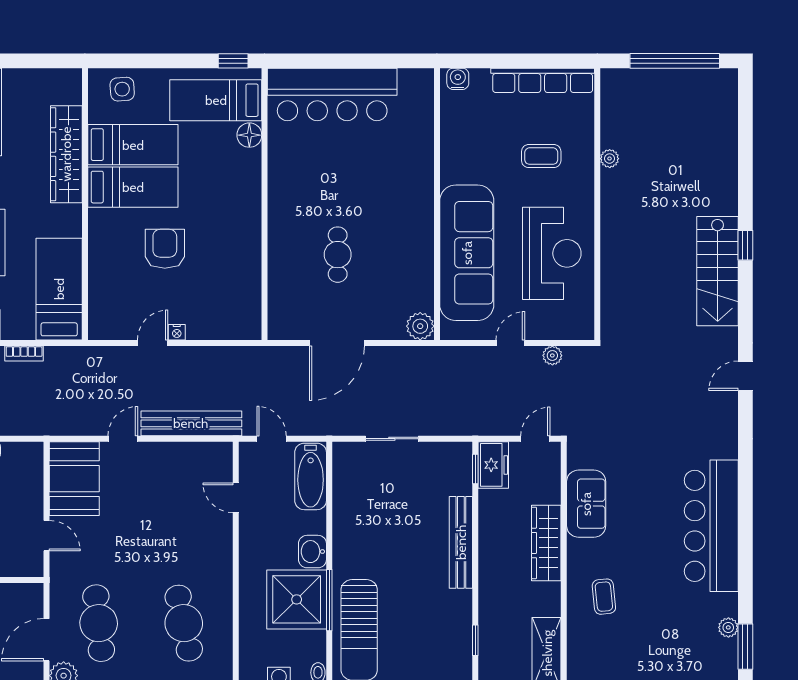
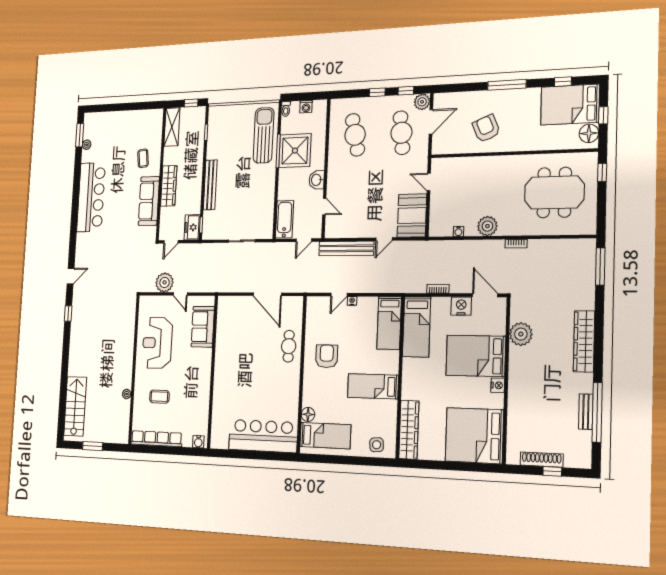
window: (233, 61) -> (315, 458), removed
window: (675, 61) -> (93, 446), width x0.47
bed: (133, 145) -> (389, 323), moved, turned -90
wardrobe: (66, 154) -> (409, 430), moved
window: (745, 245) -> (68, 314), moved
armchair: (165, 249) -> (327, 356), moved, turned 180
sofa: (467, 253) -> (203, 327), width x0.54, depth x0.79
cafe table: (338, 255) -> (289, 346), moved
stairs: (718, 271) -> (75, 406), moved
plant: (420, 326) -> (224, 303), removed
door: (153, 343) -> (339, 295), moved
door: (337, 343) -> (267, 294), swing flipped
door: (510, 343) -> (180, 294), hinge flipped
plant: (552, 355) -> (165, 282), width x1.88, depth x1.88
door: (272, 439) -> (304, 240), hinge flipped
sofa: (586, 504) -> (149, 201), width x1.36
washbasin: (312, 552) -> (317, 180), moved, turned 180

